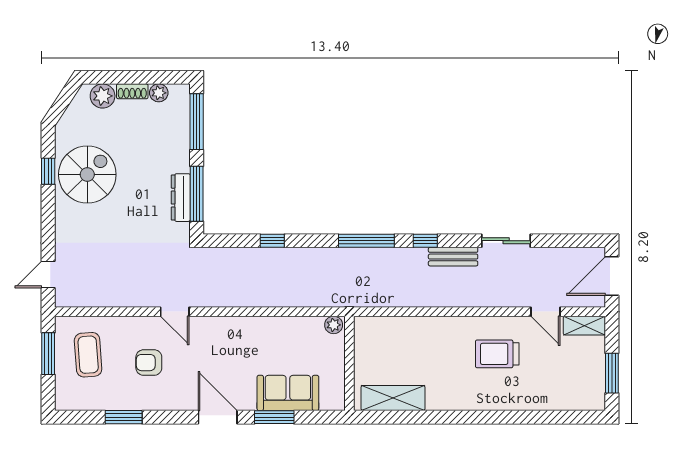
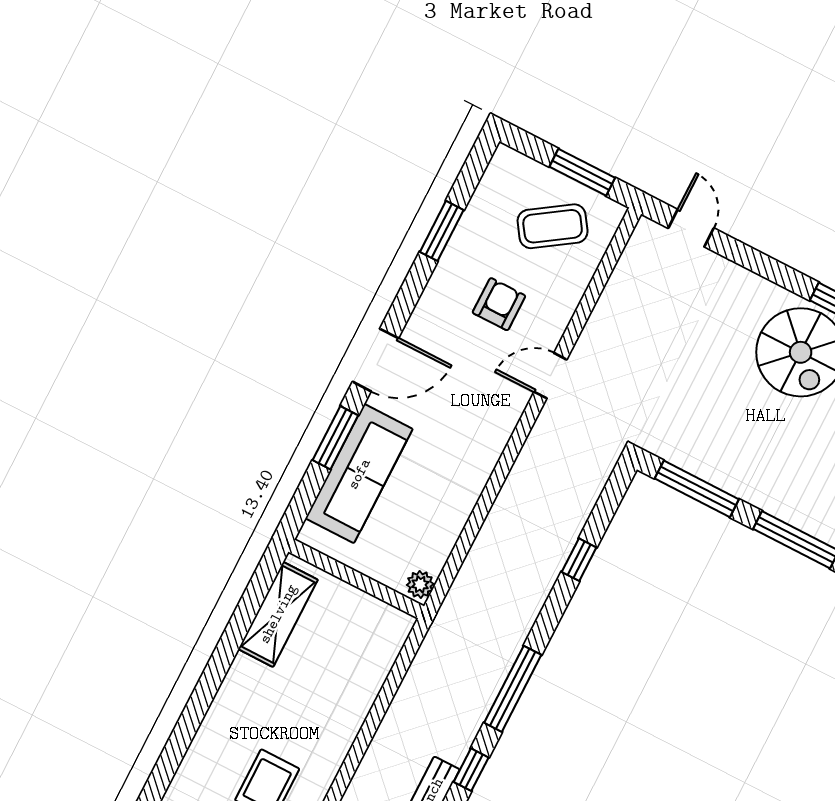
dresser: (181, 198) -> (703, 464), removed
coffee table: (88, 355) -> (553, 226), turned -30
sofa: (288, 393) -> (359, 474), width x1.36

